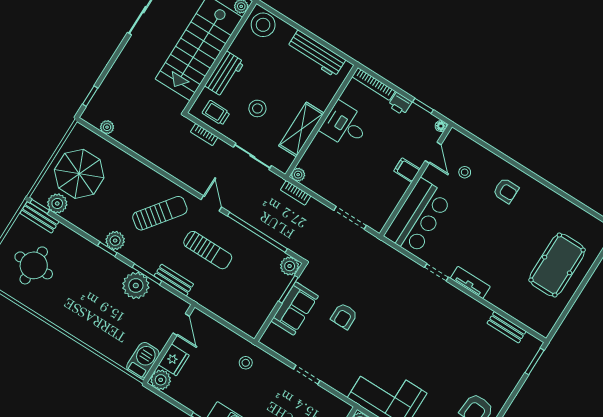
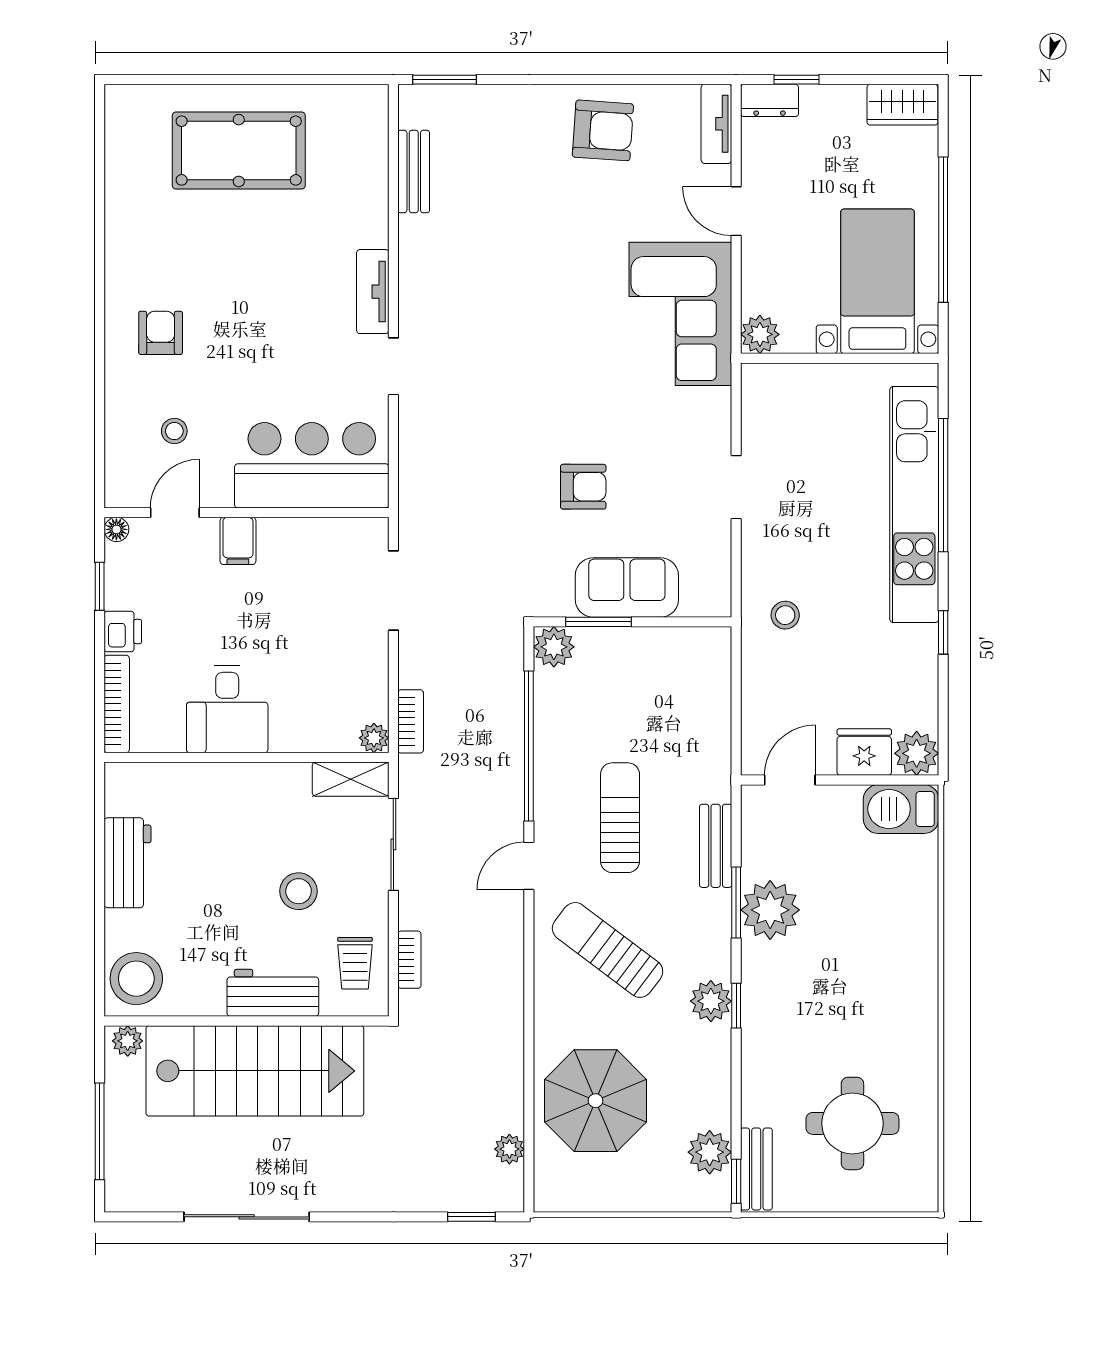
workbench: (316, 54) -> (127, 863), width x0.73
shelving: (301, 129) -> (351, 779), moved, width x0.67, depth x0.75
parasol: (79, 174) -> (596, 1101), moved

